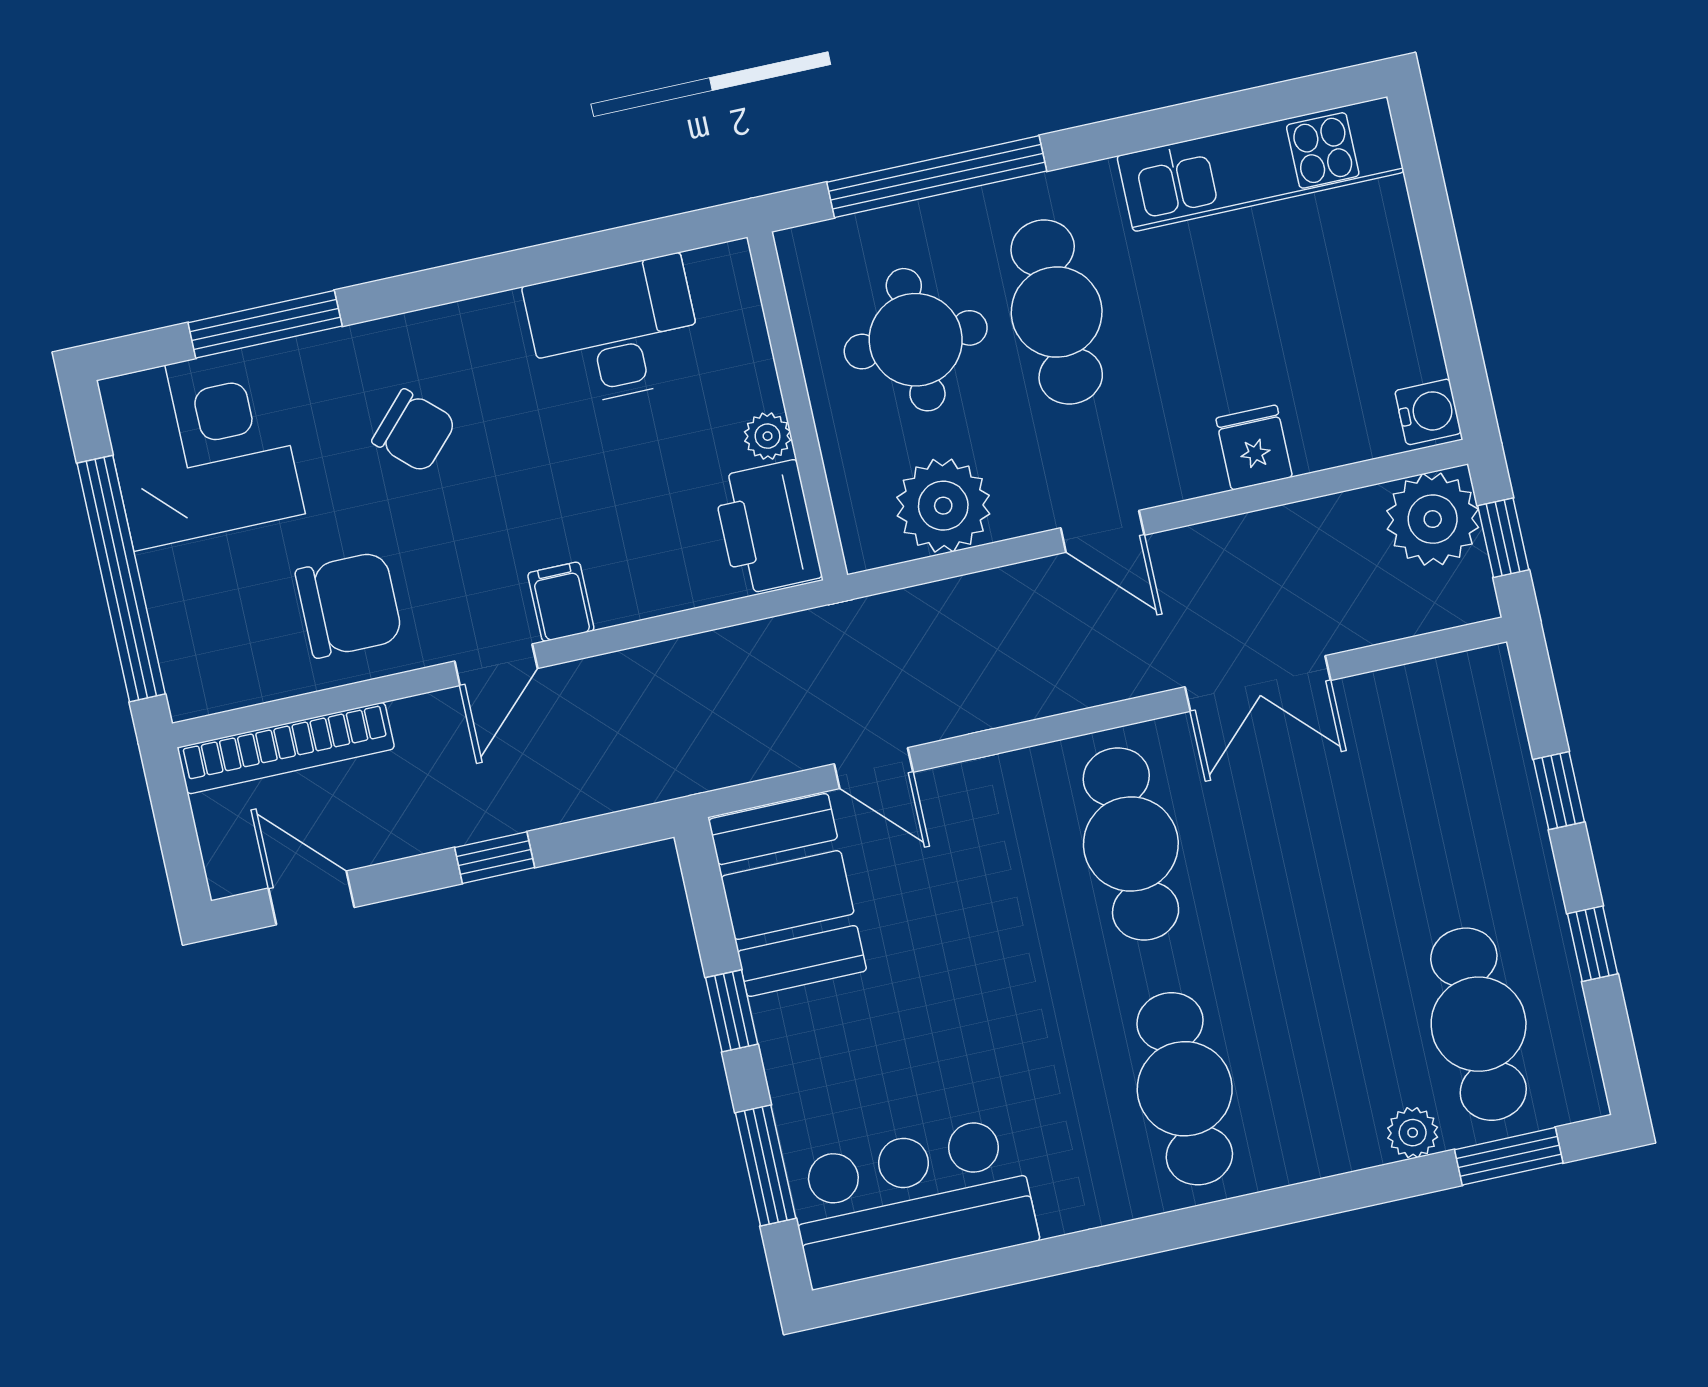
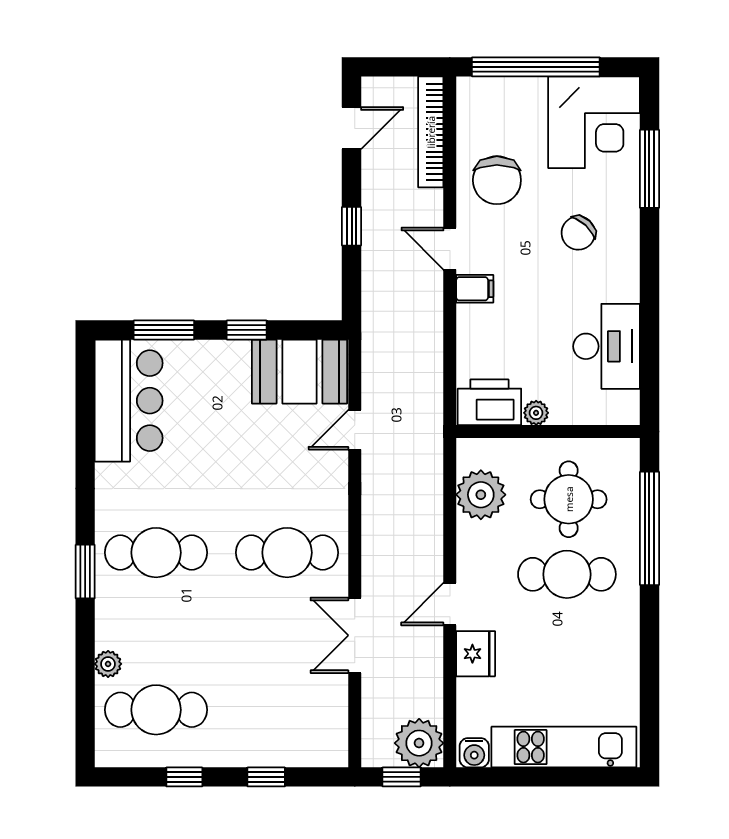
kitchen unit: (1260, 164) -> (564, 747), moved, turned 90
fridge: (1254, 448) -> (476, 654), width x1.38
door: (1102, 531) -> (450, 604), moved
window: (1509, 1156) -> (85, 572), moved

